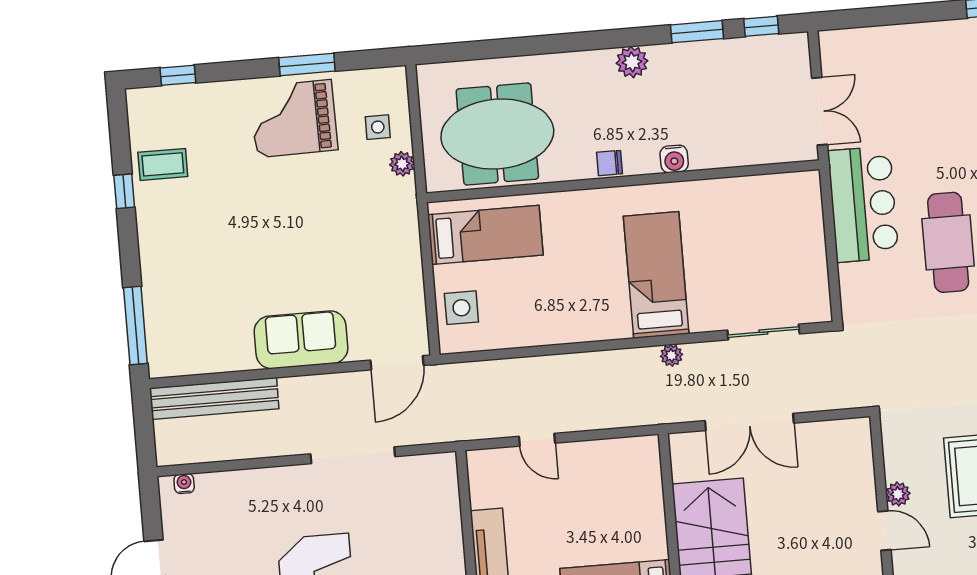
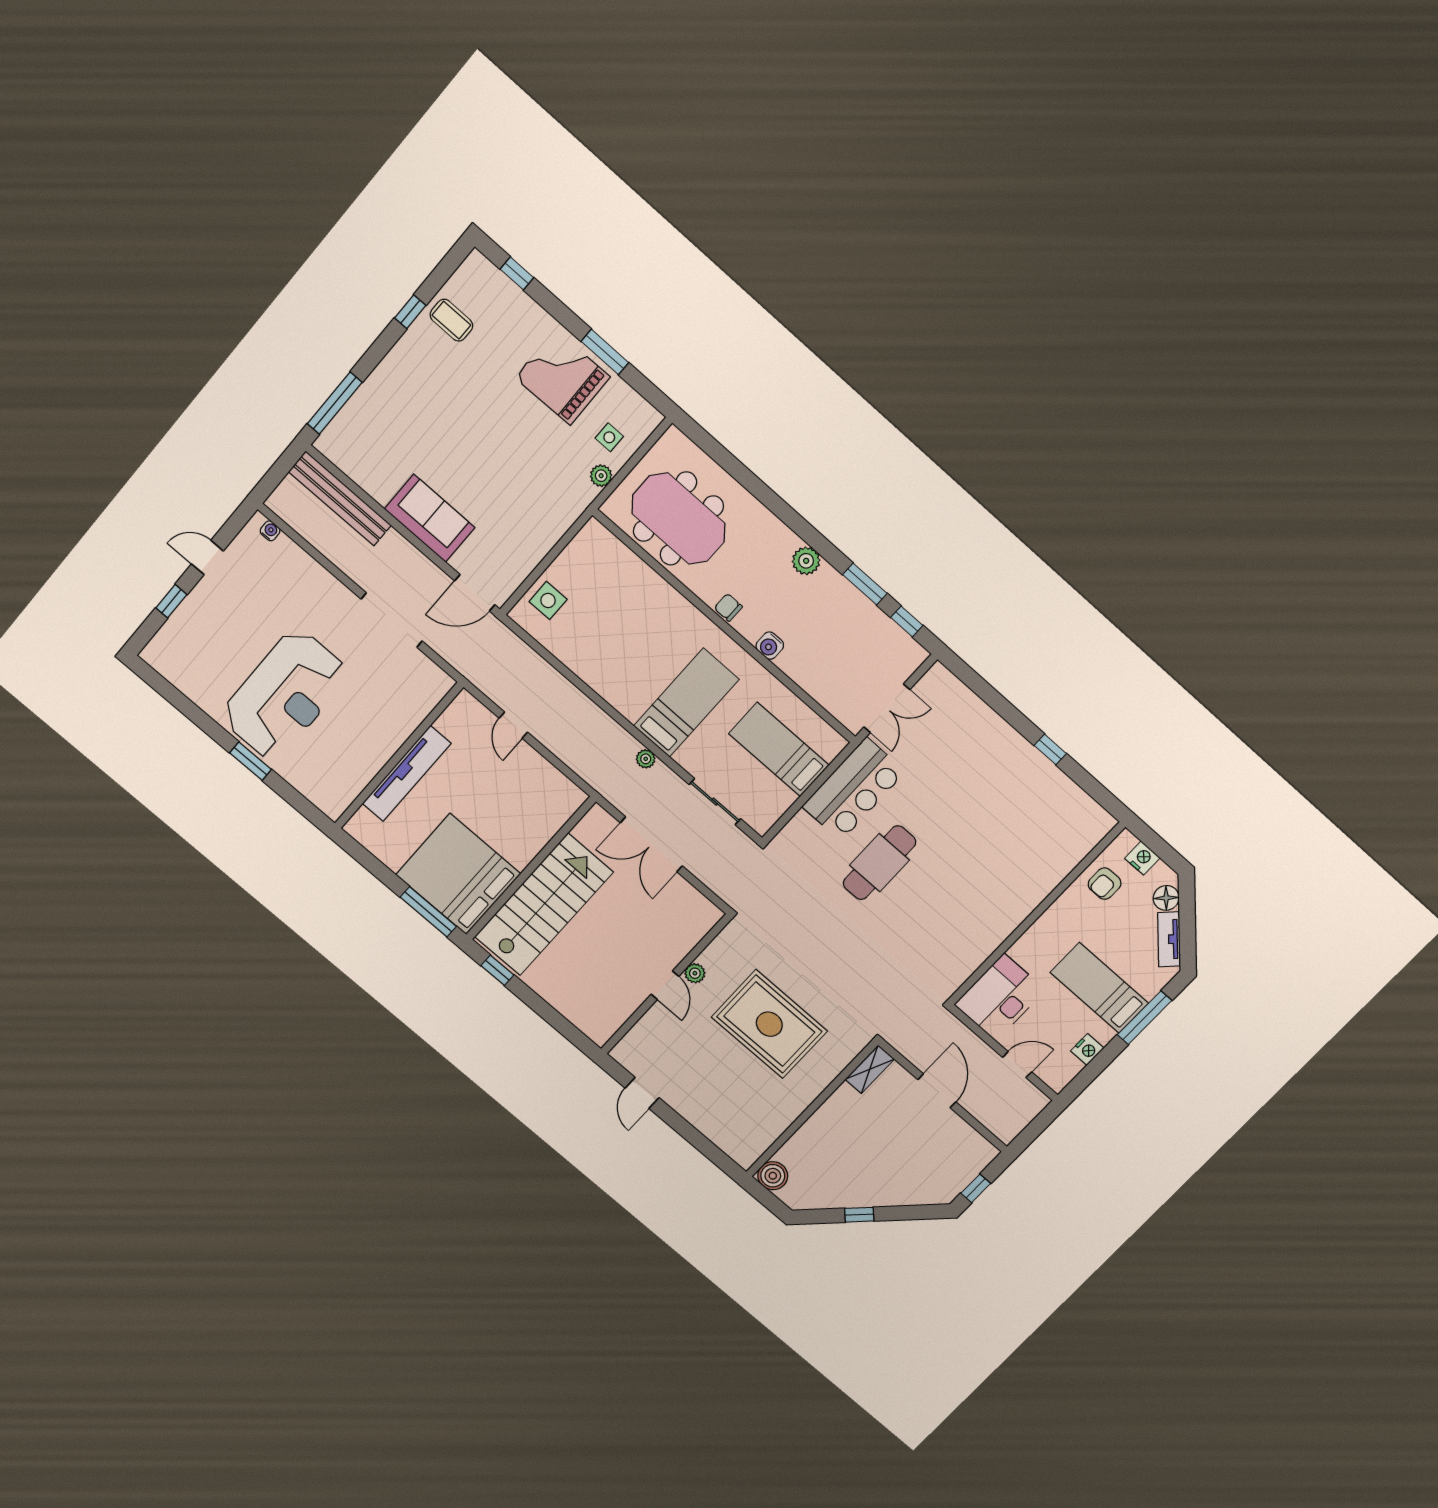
bed: (485, 235) -> (779, 749), moved, turned 180

